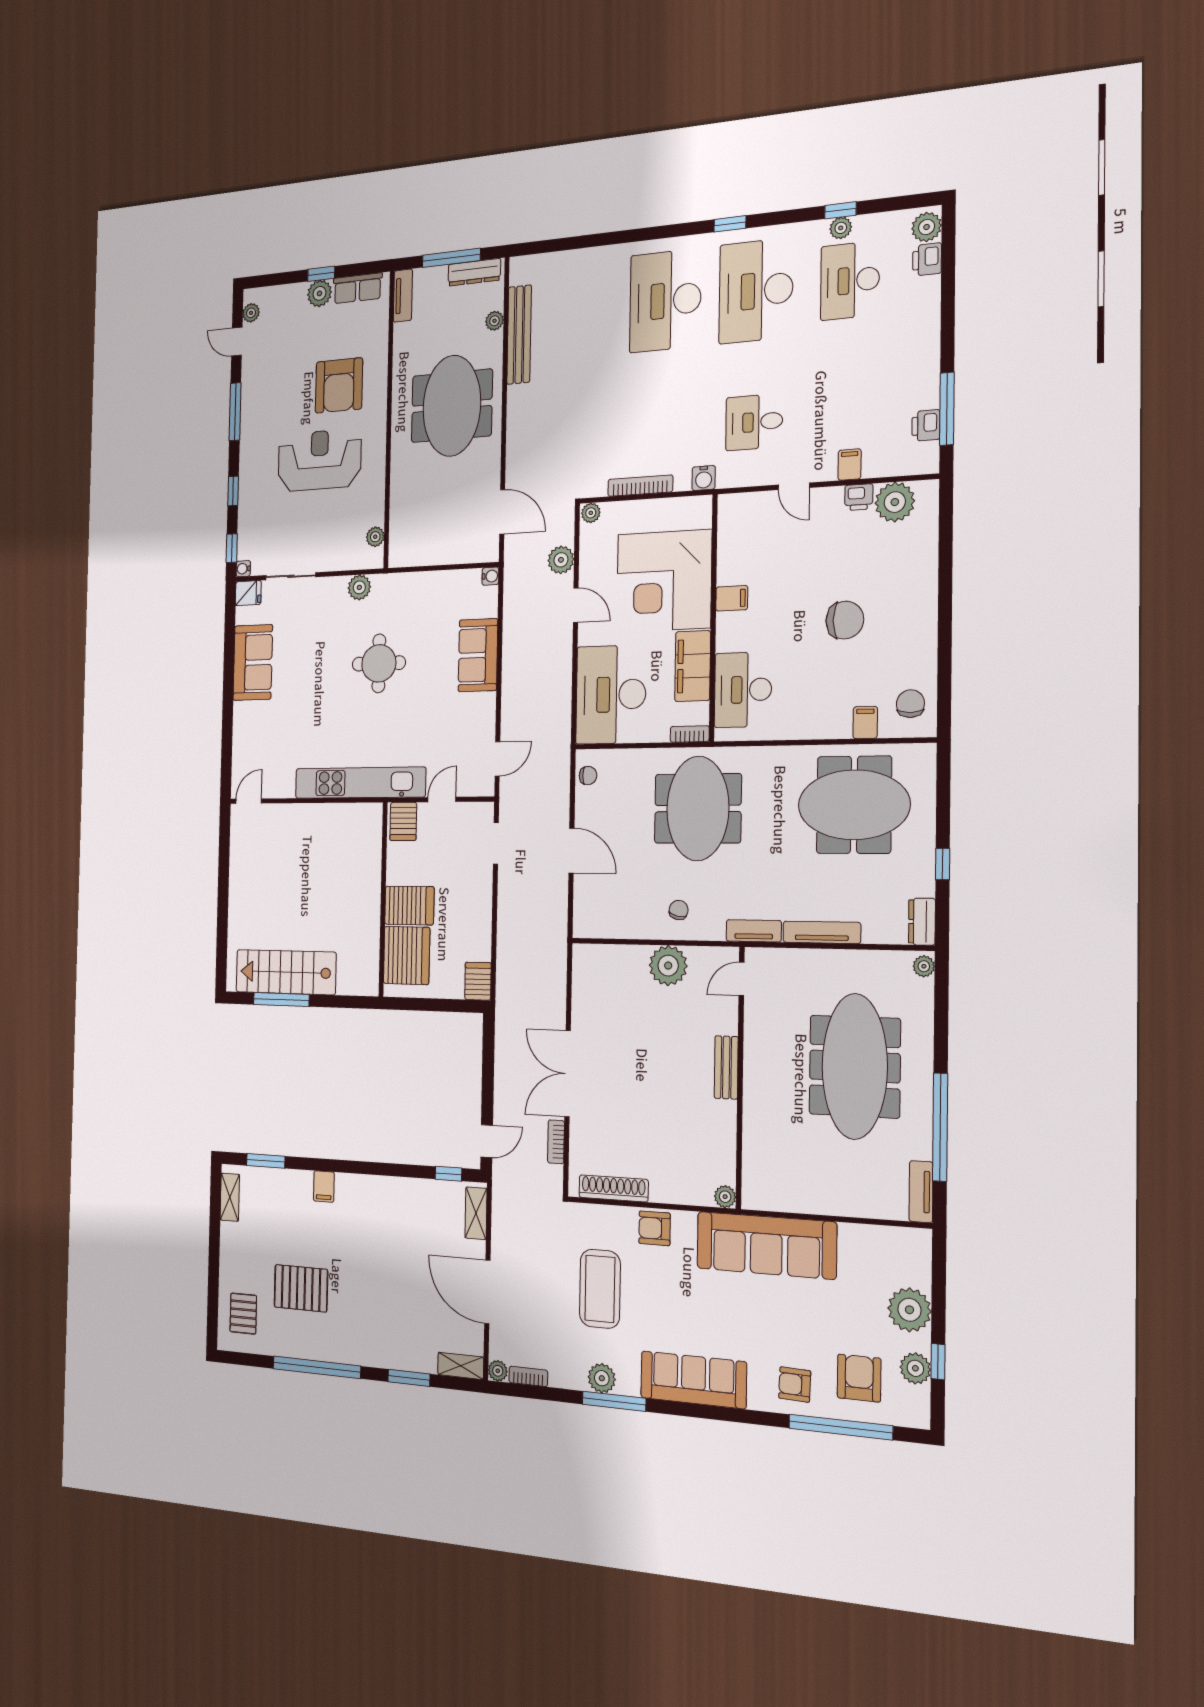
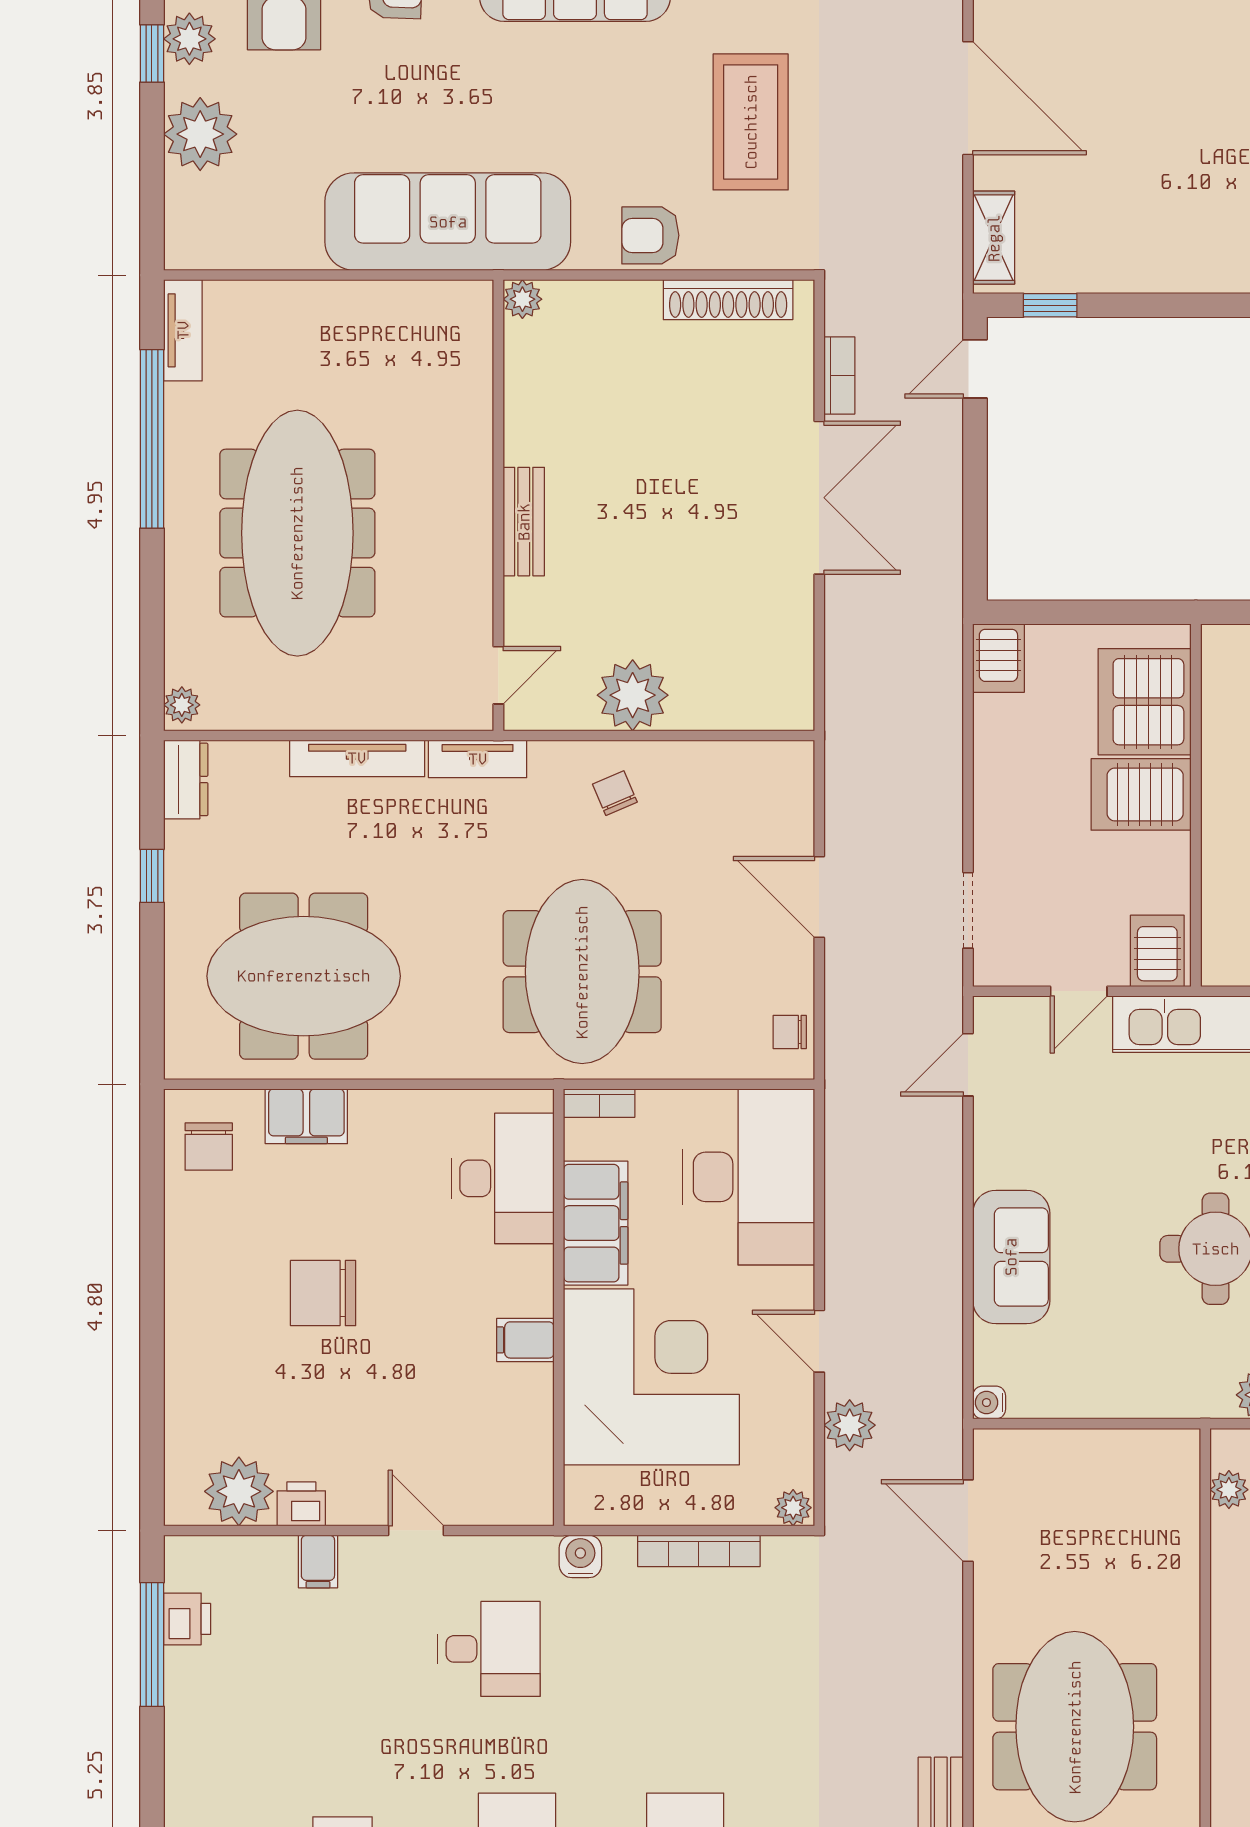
filing cabinet: (865, 723) -> (306, 1116), width x2.00
chair: (679, 910) -> (615, 793), turned 144
armchair: (655, 1228) -> (650, 235), turned 180

